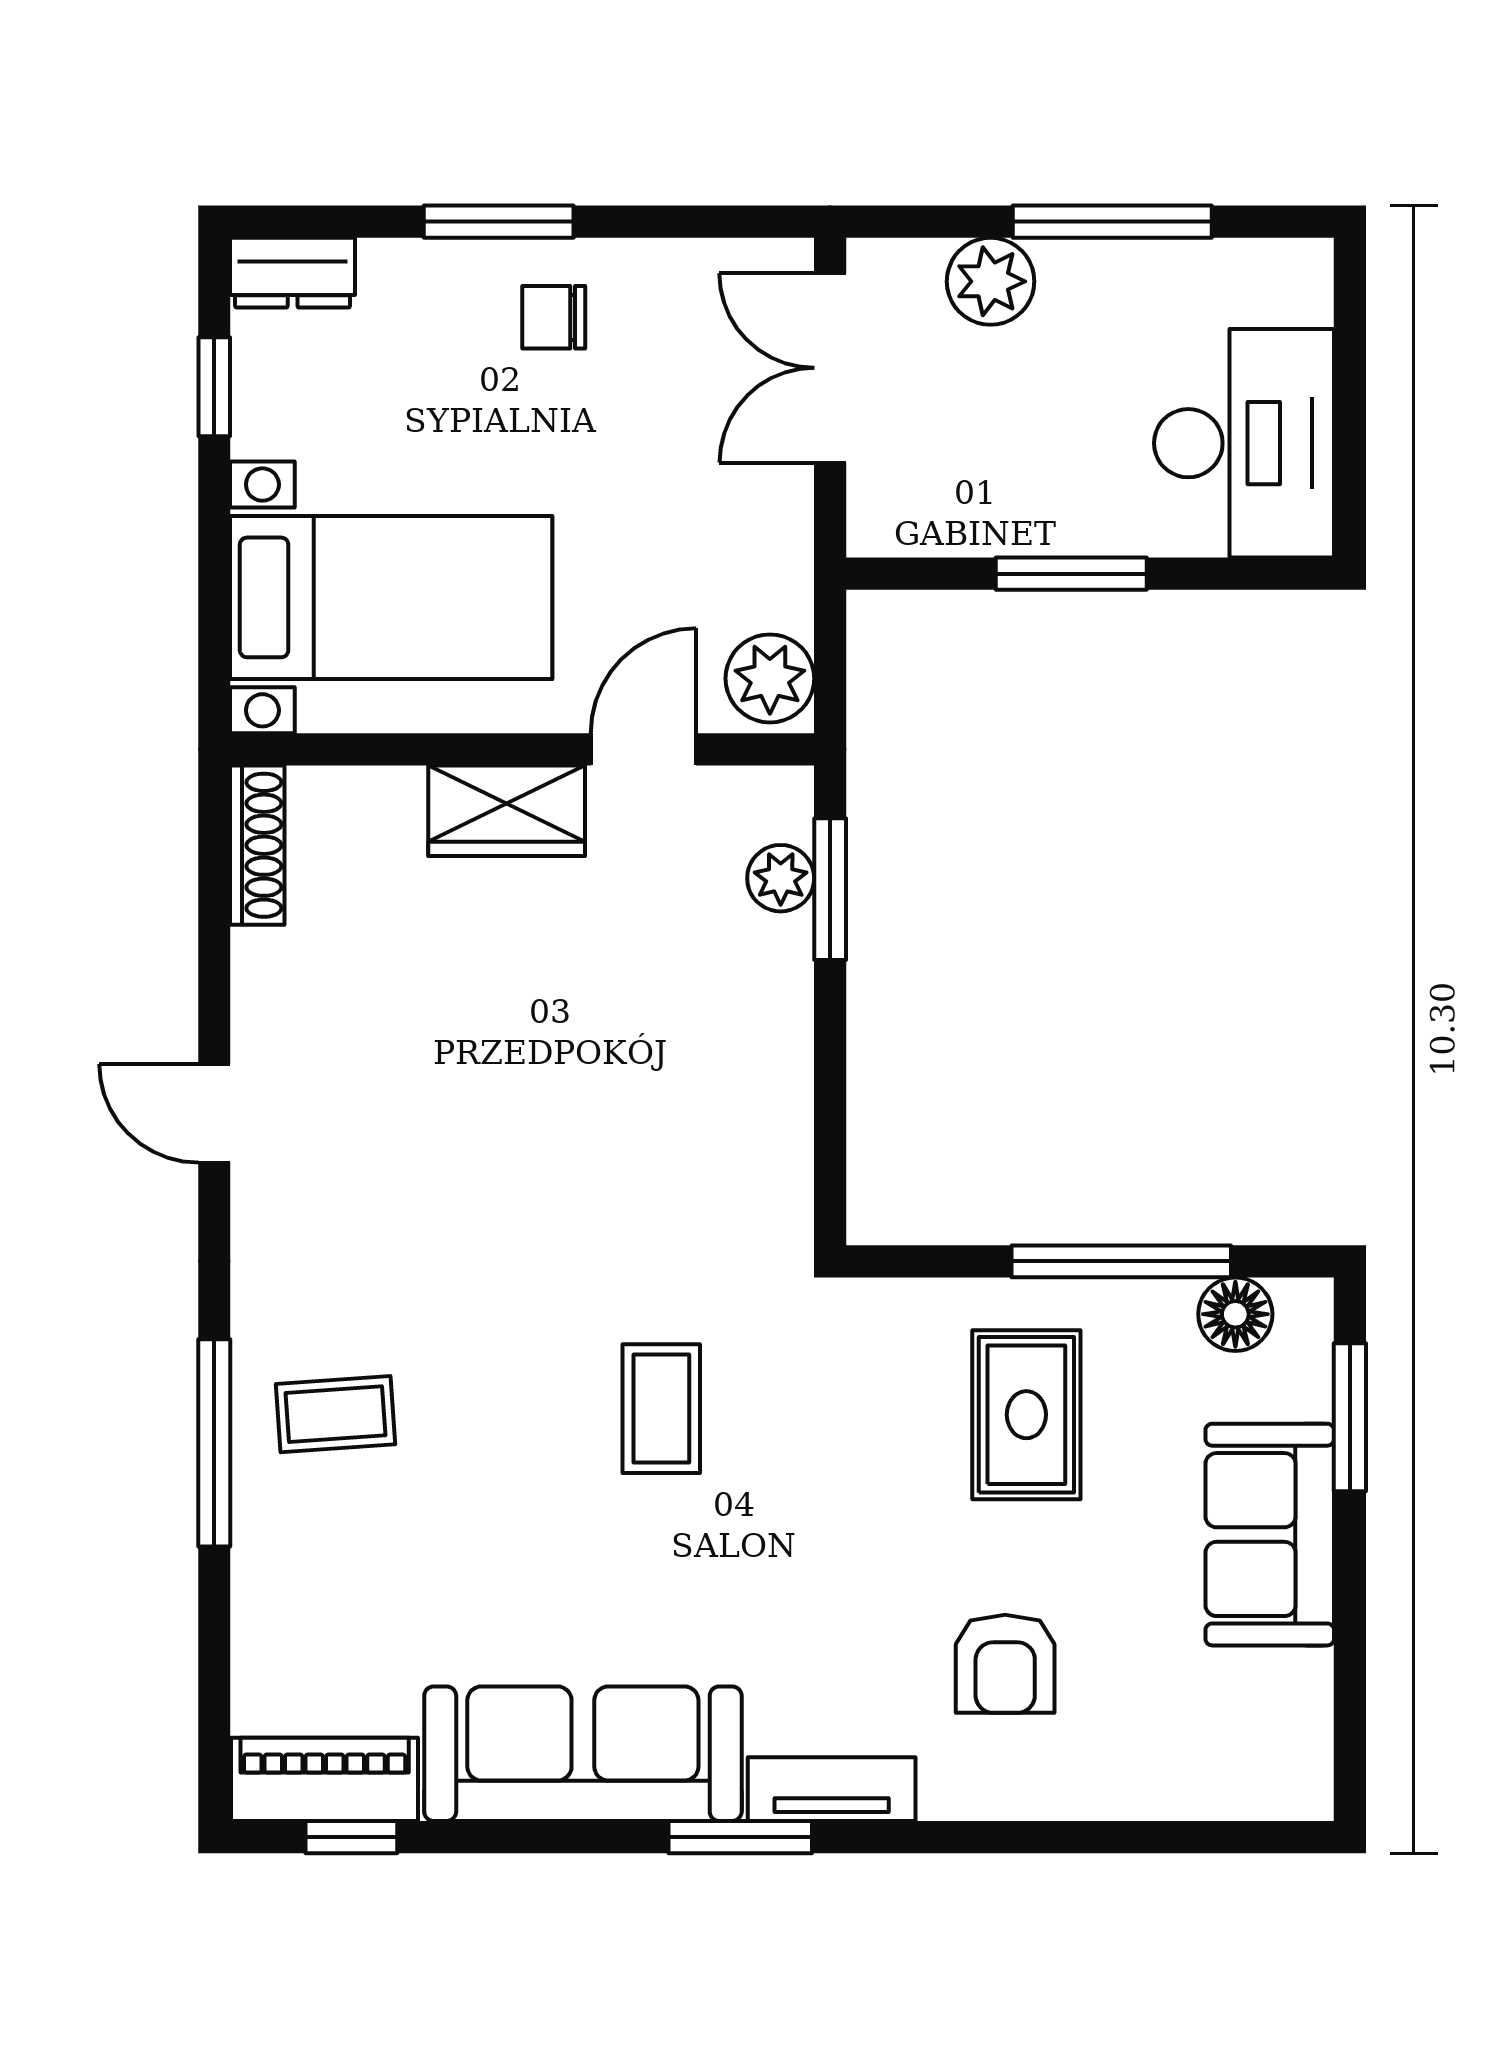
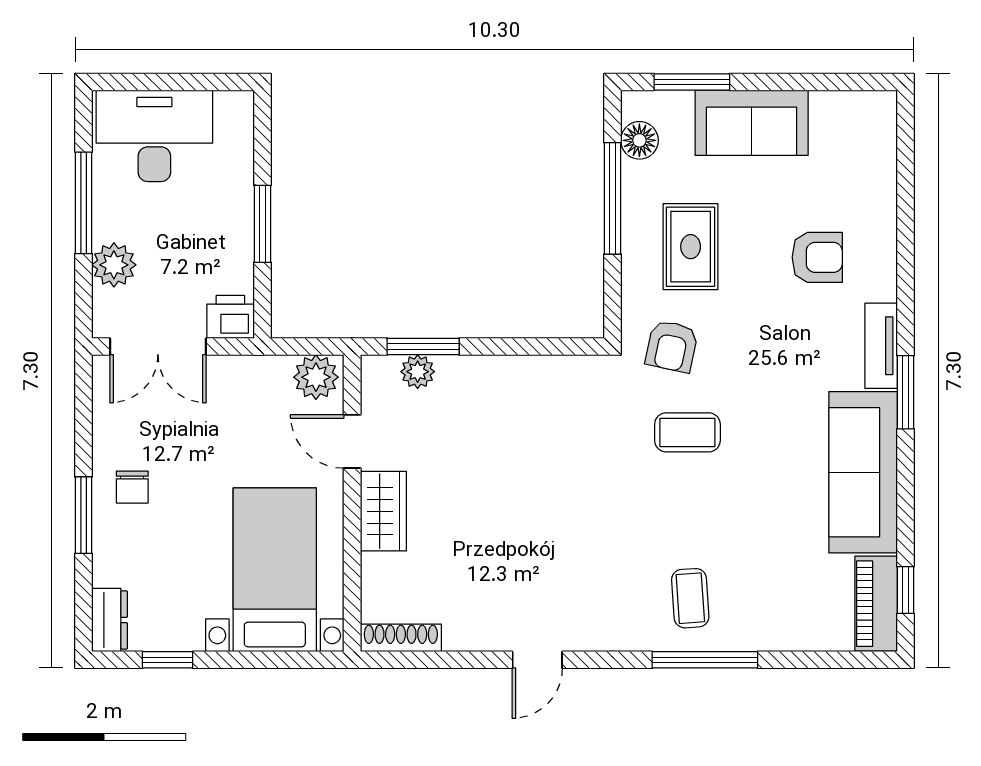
desk: (1244, 443) -> (154, 136), moved
printer: (888, 510) -> (230, 317), added
armchair: (831, 1377) -> (672, 346), added
rug: (1026, 1415) -> (691, 247), turned 90

